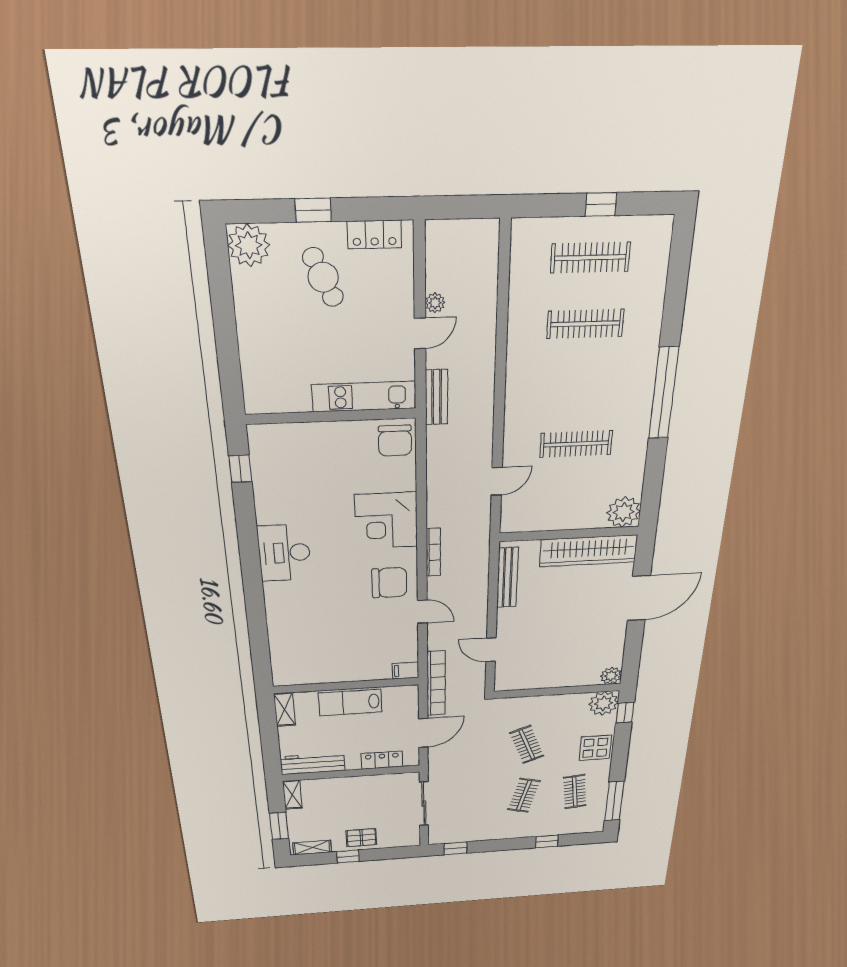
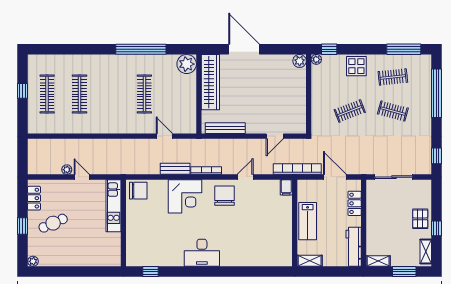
plant: (249, 245) -> (33, 261), width x0.53, depth x0.53
window: (664, 393) -> (141, 49), moved
bench: (437, 397) -> (175, 169), moved
plant: (604, 703) -> (316, 59), width x0.53, depth x0.53
window: (547, 841) -> (436, 93), width x3.17

